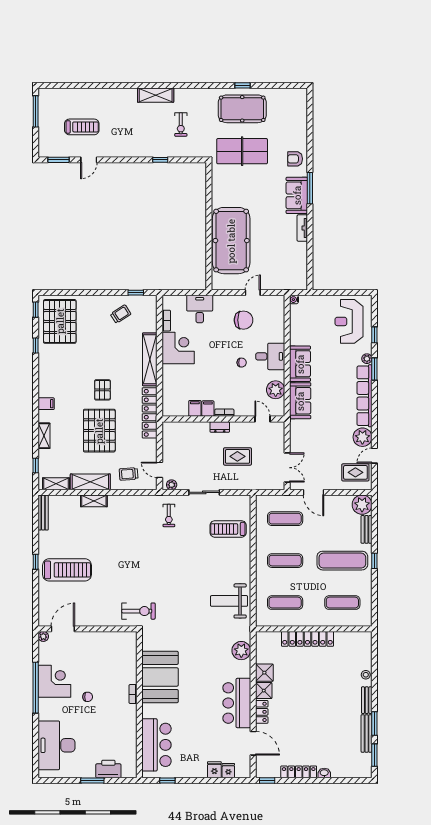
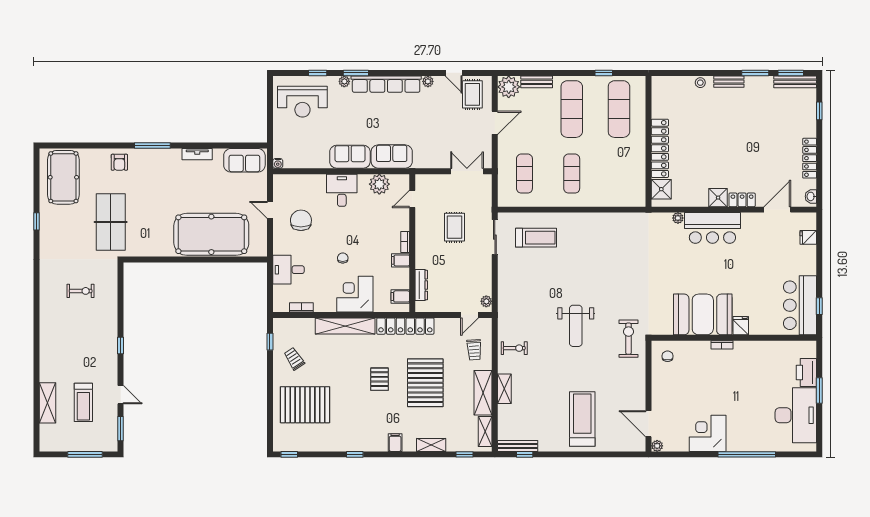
shelving: (156, 95) -> (48, 403), moved
pool table: (242, 109) -> (63, 177), moved
window: (36, 111) -> (85, 454), moved
treadmill: (82, 127) -> (83, 402), turned 180
window: (160, 160) -> (121, 345), moved
sofa: (297, 195) -> (244, 160), moved
pallet: (60, 321) -> (305, 405), moved
window: (36, 345) -> (355, 454), moved
corner desk: (178, 348) -> (355, 294), moved
chair: (242, 363) -> (343, 258), moved
pallet: (102, 390) -> (380, 379), turned 90
filing cabinet: (195, 408) -> (400, 296), moved
dresser: (220, 427) -> (421, 285), moved, width x1.44
pallet: (99, 431) -> (425, 383), turned 90
plant: (362, 437) -> (428, 81), width x0.53, depth x0.53
sliding door: (204, 492) -> (495, 237), moved
door: (313, 492) -> (495, 123), moved
exercise bike: (169, 515) -> (514, 348), moved
treadmill: (228, 529) -> (536, 238), turned -90
window: (374, 561) -> (604, 73), moved
window: (36, 562) -> (525, 454), moved
weight bench: (229, 601) -> (576, 326), moved
exercise mat: (285, 603) -> (619, 174), removed
exercise mat: (342, 603) -> (619, 109), width x1.36, depth x1.45
plant: (241, 651) -> (678, 218), width x0.53, depth x0.53
shower: (264, 673) -> (661, 189), moved
window: (36, 688) -> (747, 454), moved
chair: (88, 697) -> (668, 356), moved
bar counter: (237, 703) -> (712, 228), moved
bench: (367, 733) -> (795, 82), moved
desk: (57, 745) -> (796, 415), moved, turned -90
bar counter: (156, 745) -> (800, 305), moved, turned -90
fridge: (214, 770) -> (741, 326), moved, turned 90
washbasin: (324, 773) -> (811, 196), moved
window: (267, 780) -> (819, 111), moved

